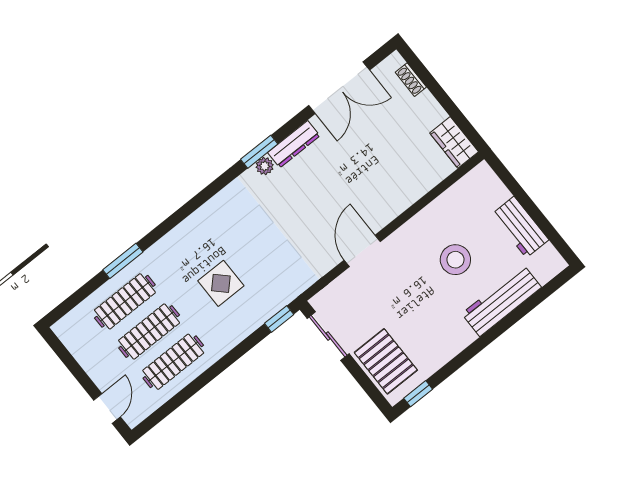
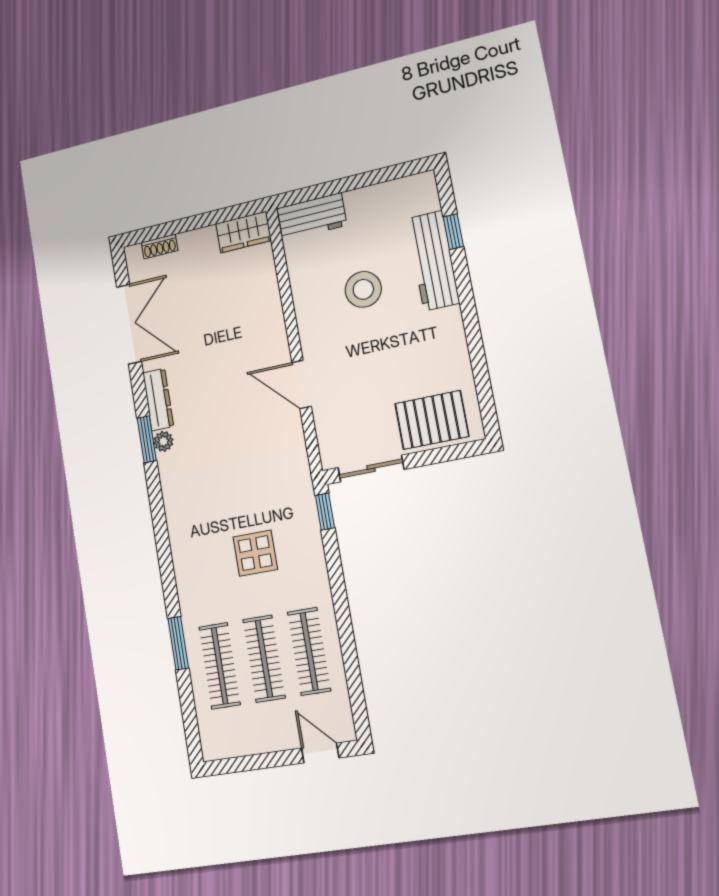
workbench: (520, 227) -> (312, 217), moved
window: (418, 394) -> (453, 232), moved

